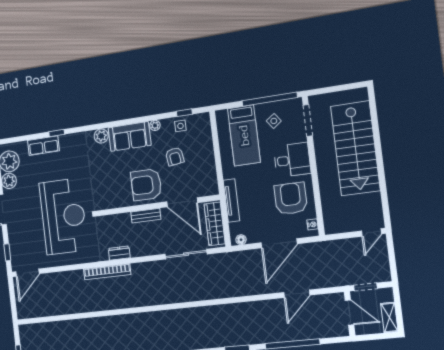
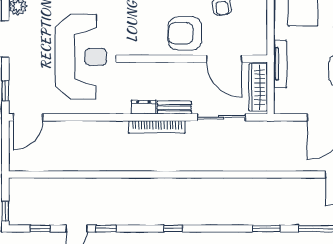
bench: (146, 216) -> (174, 108), moved
floor lamp: (241, 240) -> (285, 109), removed
bookcase: (107, 272) -> (157, 127), moved

